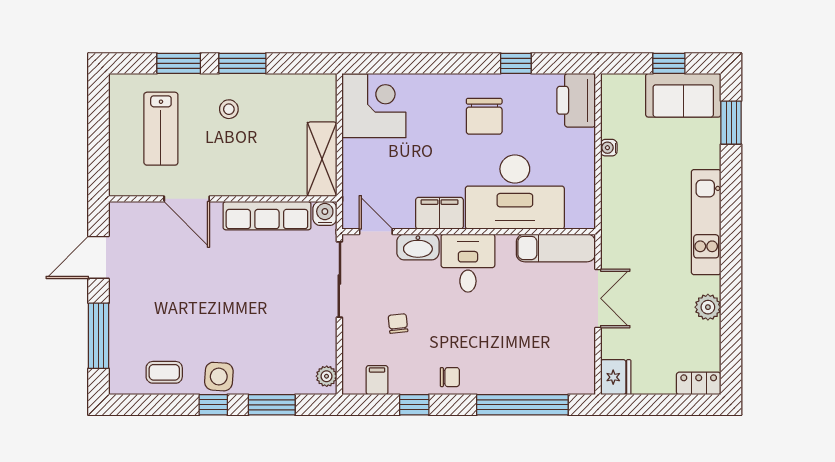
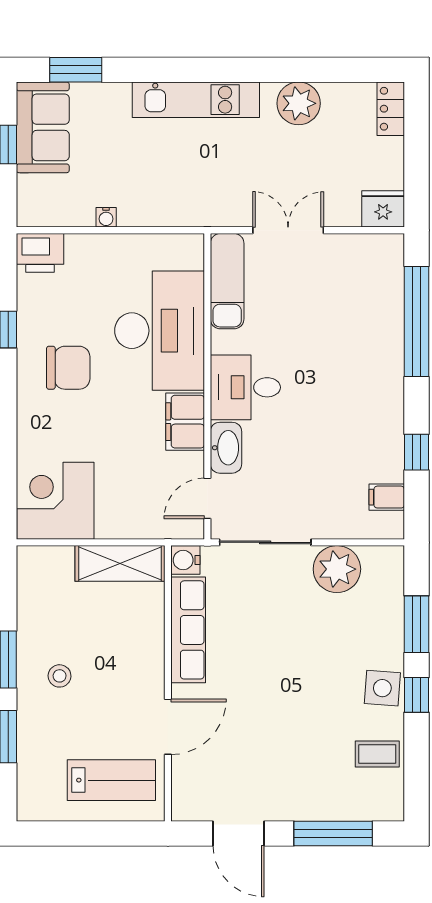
printer: (576, 100) -> (40, 253), width x0.73, depth x0.84
lab bench: (161, 129) -> (111, 780), moved
plant: (708, 307) -> (299, 103), width x1.36, depth x1.36
chair: (398, 324) -> (318, 472), removed
coffee table: (164, 372) -> (377, 754), turned 90
plant: (327, 376) -> (337, 569), moved, width x1.88, depth x1.88
chair: (450, 377) -> (383, 409), removed

